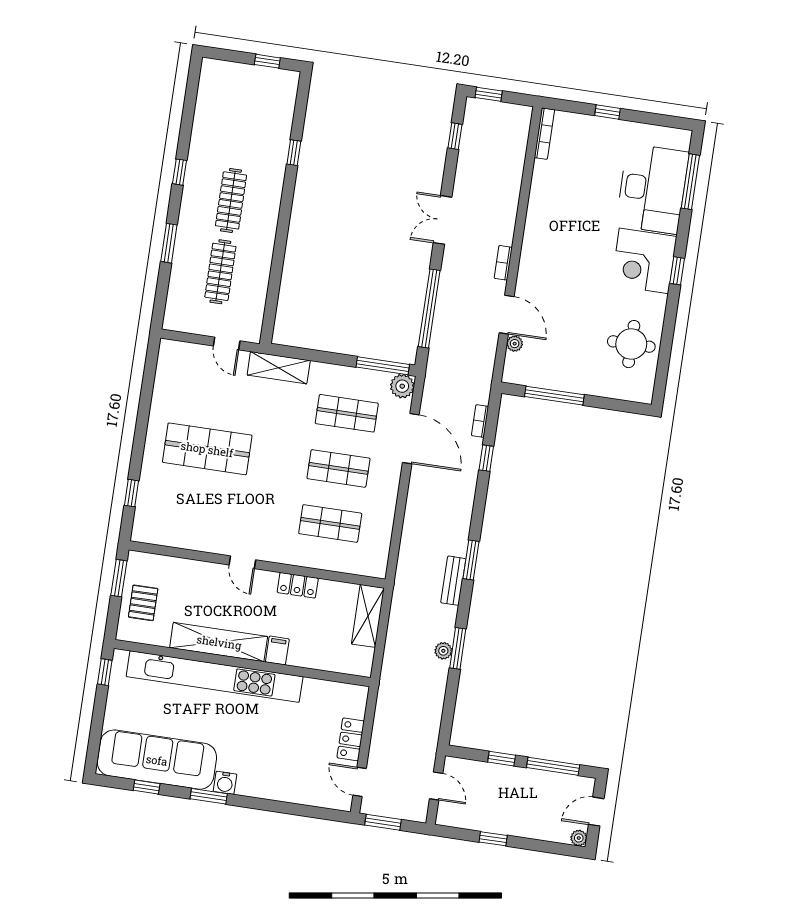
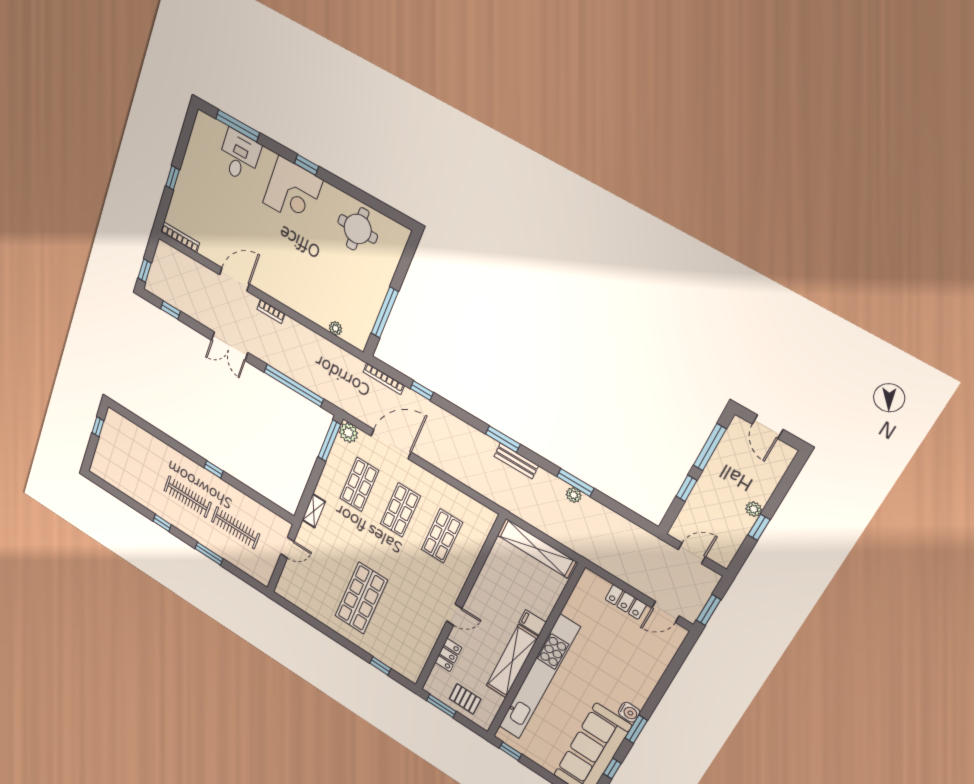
window: (294, 153) -> (214, 469), moved
desk: (652, 189) -> (239, 156), width x0.53, depth x0.77
door: (507, 315) -> (234, 279), moved
shelving: (279, 368) -> (314, 511), width x0.67, depth x0.75
bookcase: (480, 421) -> (384, 379), width x1.56
locker: (298, 585) -> (448, 655), moved
shelving: (368, 616) -> (536, 548), width x1.47
plant: (579, 838) -> (754, 509), moved

